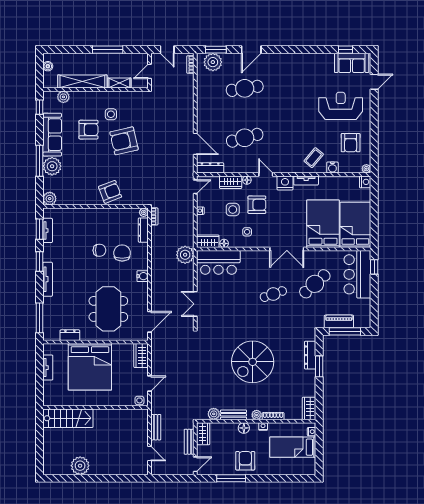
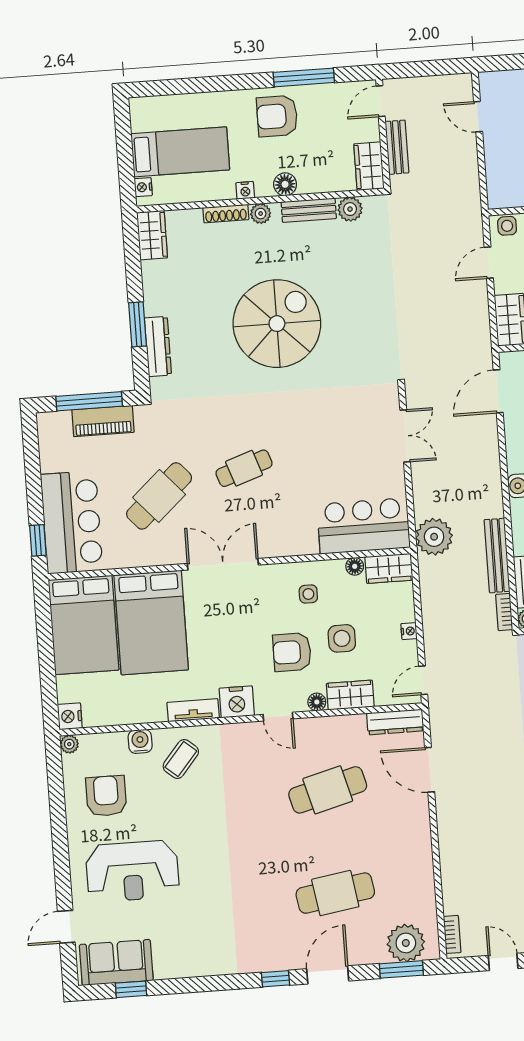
window: (276, 50) -> (275, 979), added
bench: (156, 427) -> (497, 556), moved, width x1.36
armchair: (245, 461) -> (277, 116), turned 90

